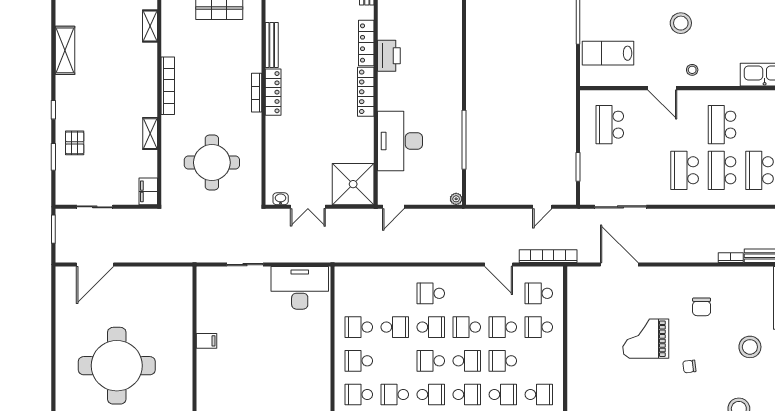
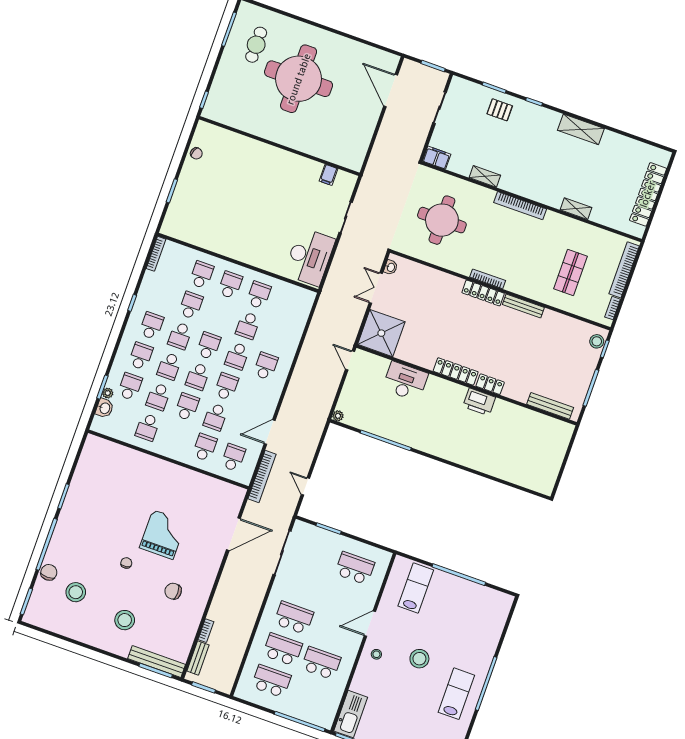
locker: (366, 43) -> (490, 384), width x0.66
desk: (400, 141) -> (405, 381), width x0.73, depth x0.77
school desk: (503, 327) -> (215, 417), turned 180
filing cabinet: (207, 341) -> (328, 175), moved

